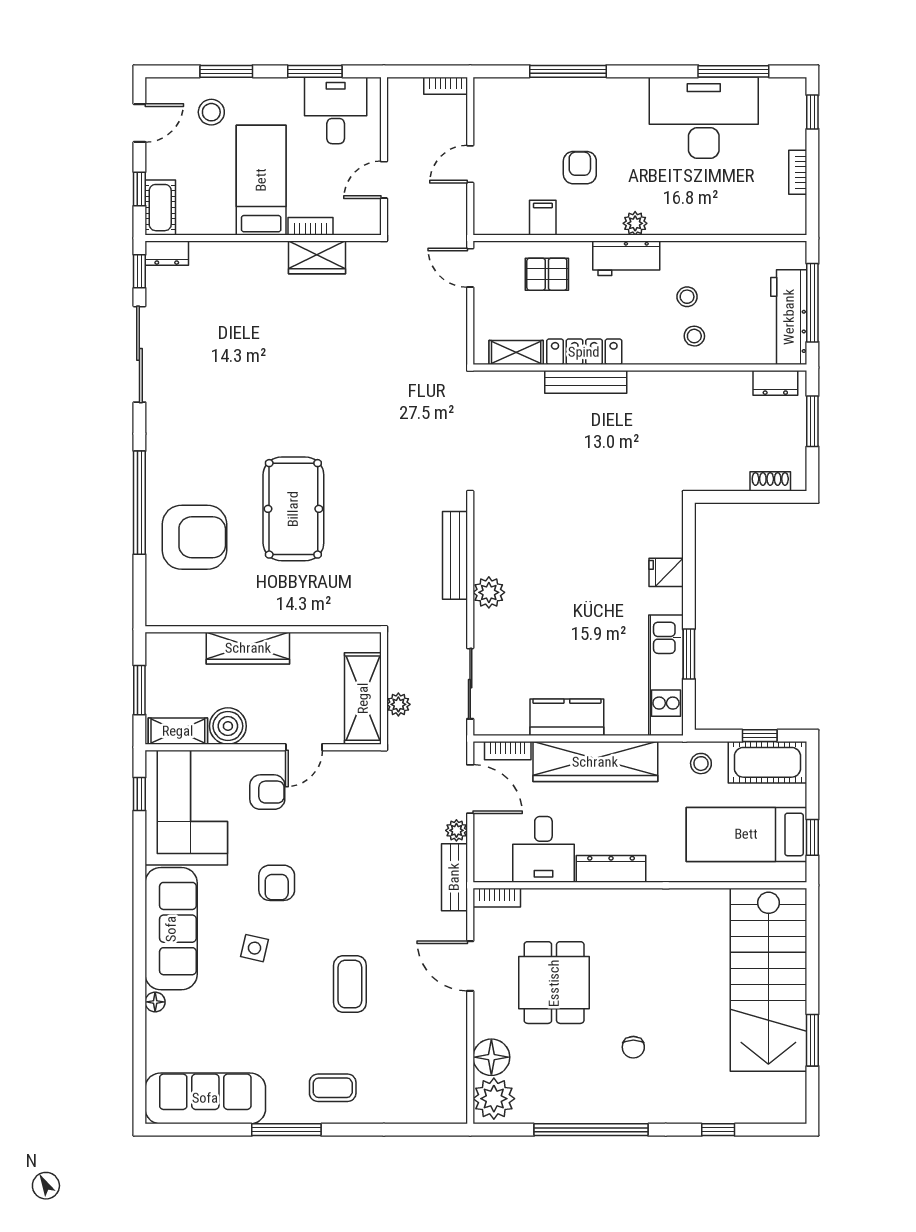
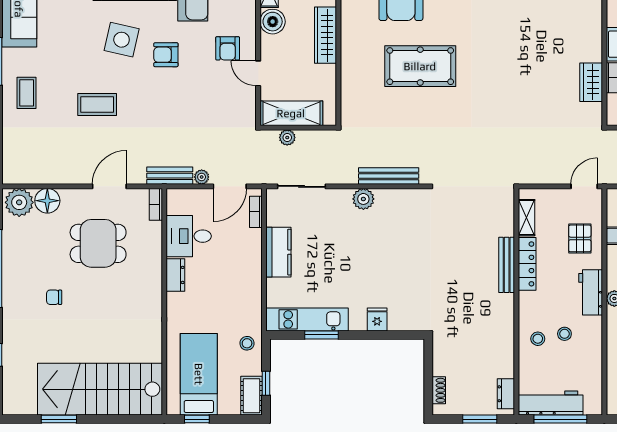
wardrobe: (595, 762) -> (248, 271), removed
cot: (767, 762) -> (251, 396), width x0.73, depth x0.75
dresser: (611, 869) -> (175, 275), width x0.70
side table: (255, 948) -> (122, 40), width x1.87, depth x1.87

